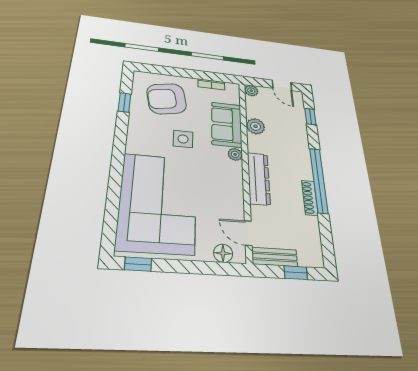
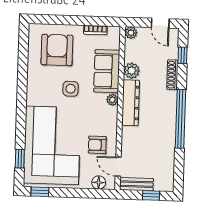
armchair: (167, 99) -> (57, 50), turned 101
window: (124, 102) -> (20, 159), moved
dresser: (259, 178) -> (131, 103), moved
shoe rack: (310, 198) -> (172, 75), moved
armchair: (219, 205) -> (97, 145), added

